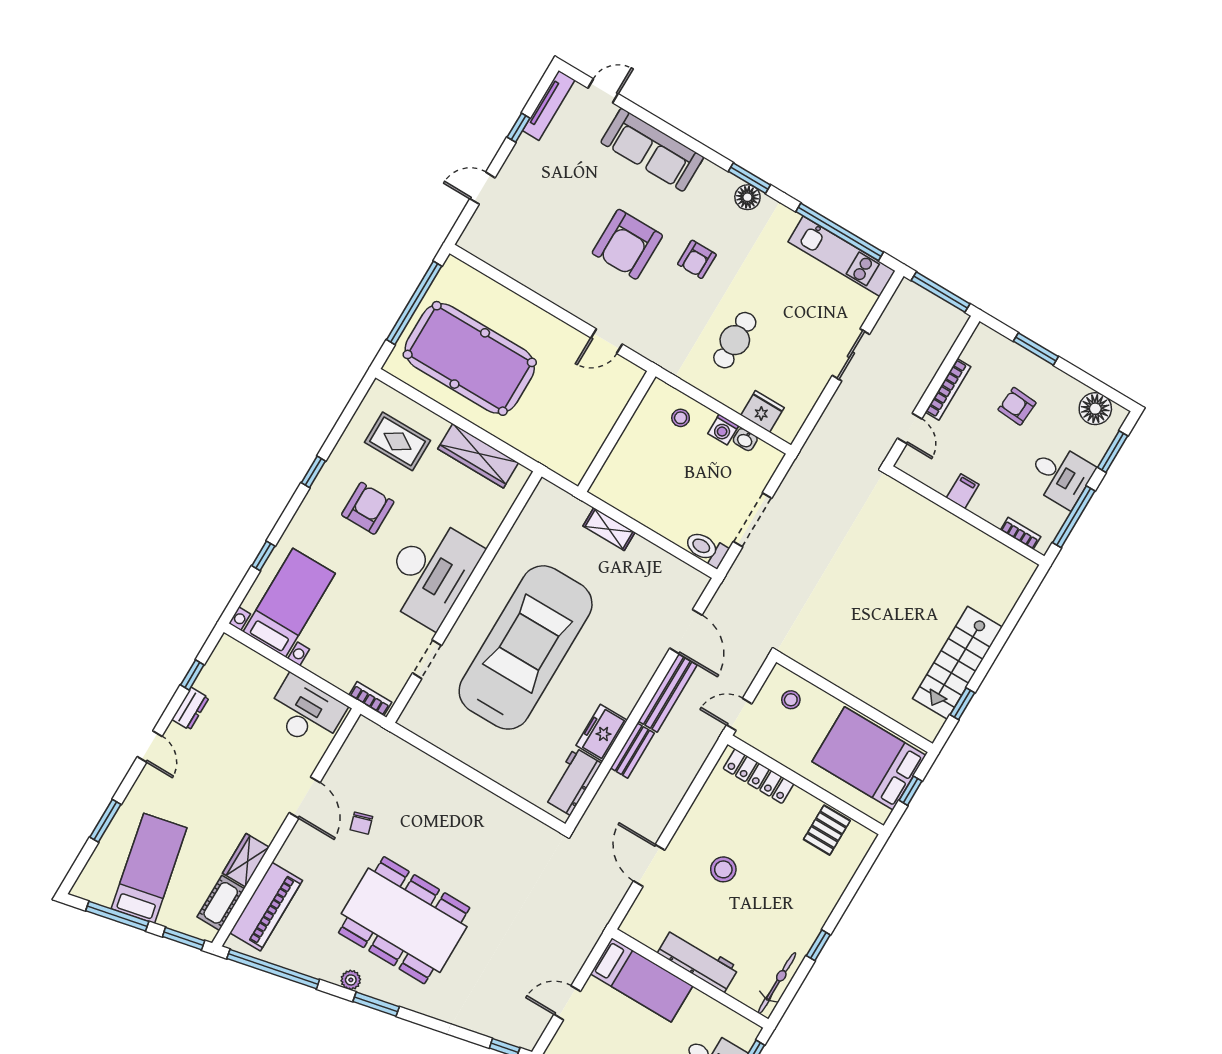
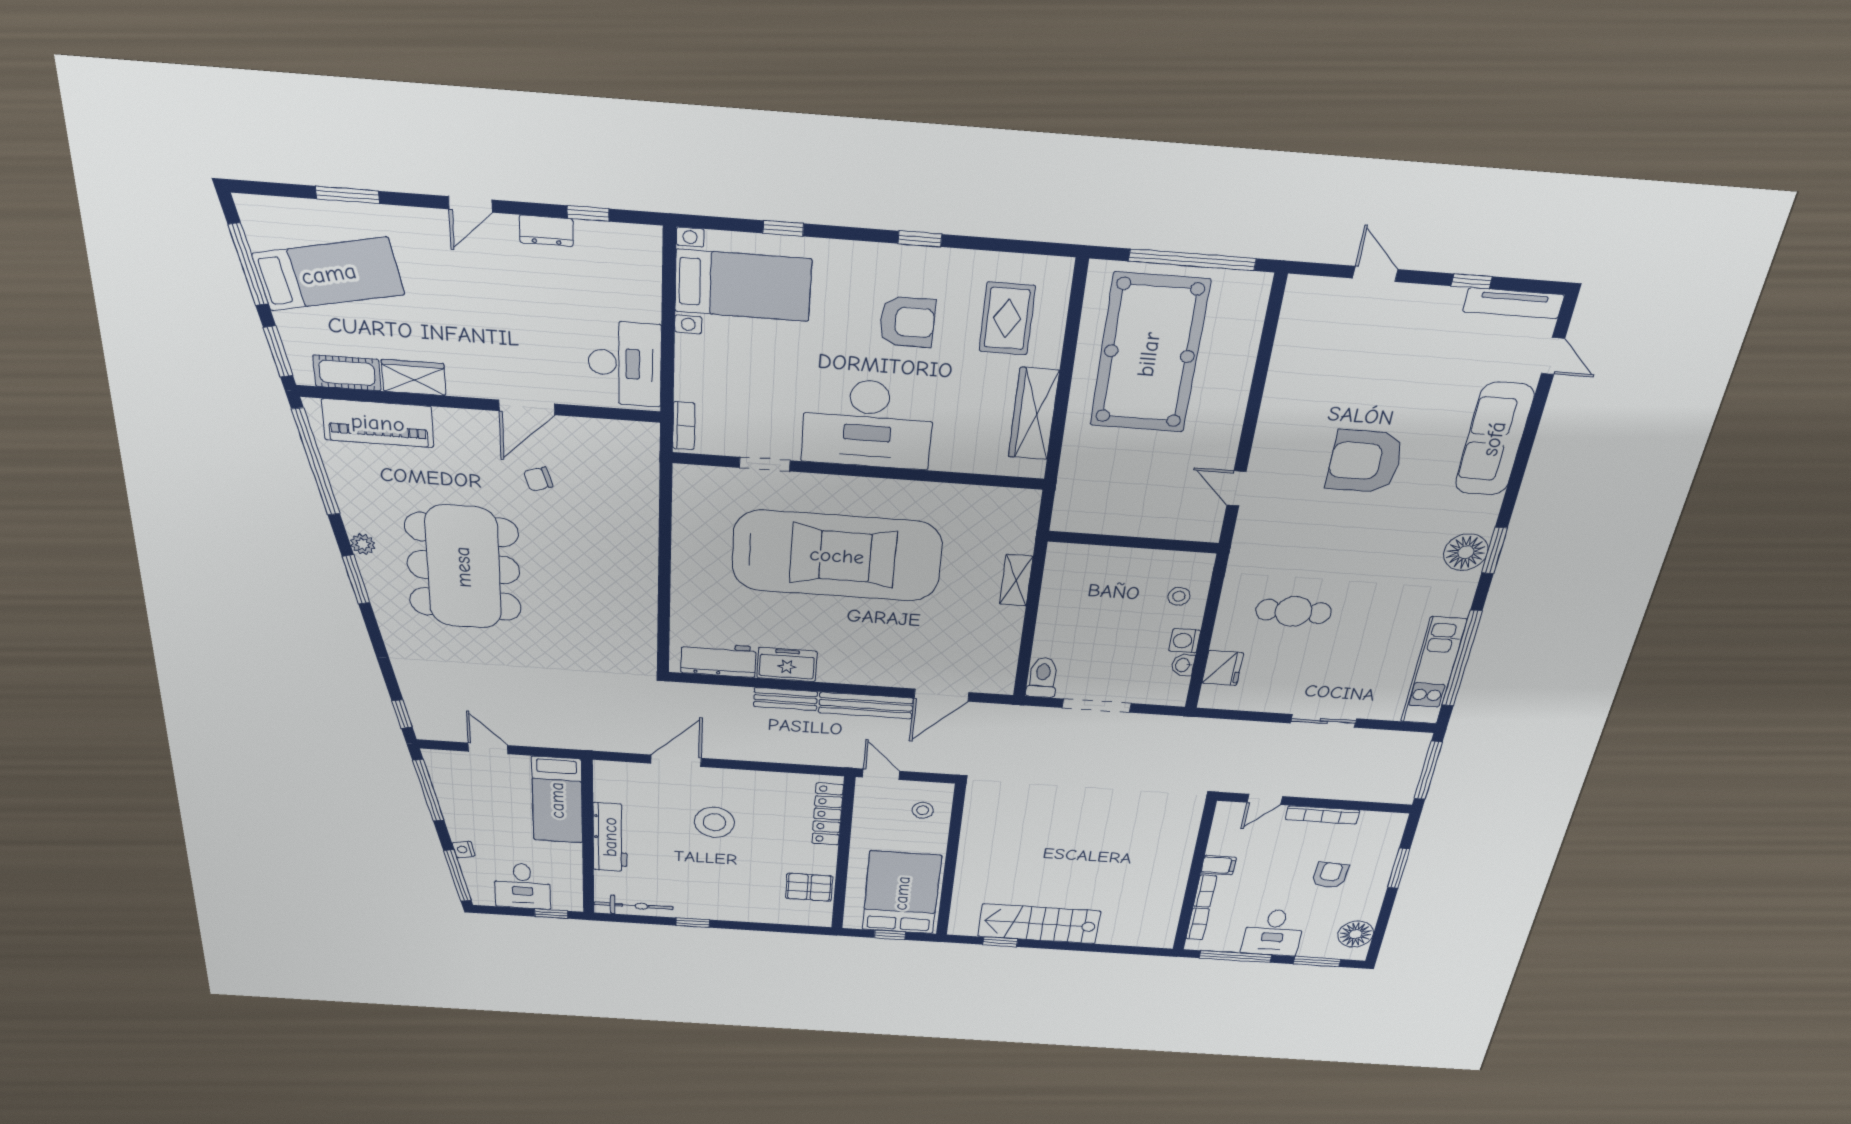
floor lamp: (747, 197) -> (1466, 552), width x1.38, depth x1.38
armchair: (697, 259) -> (1375, 538), removed
bookcase: (986, 513) -> (1205, 891), added
stool: (723, 869) -> (714, 822), width x1.38, depth x1.38

